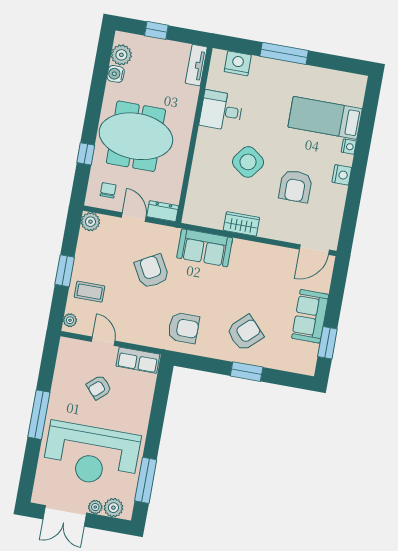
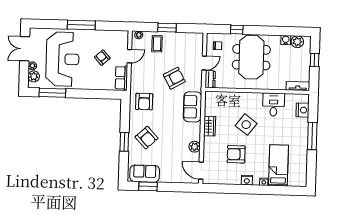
plant: (90, 222) -> (195, 147), moved
sofa: (310, 316) -> (145, 174), moved
reception desk: (91, 455) -> (63, 59), turned 180

